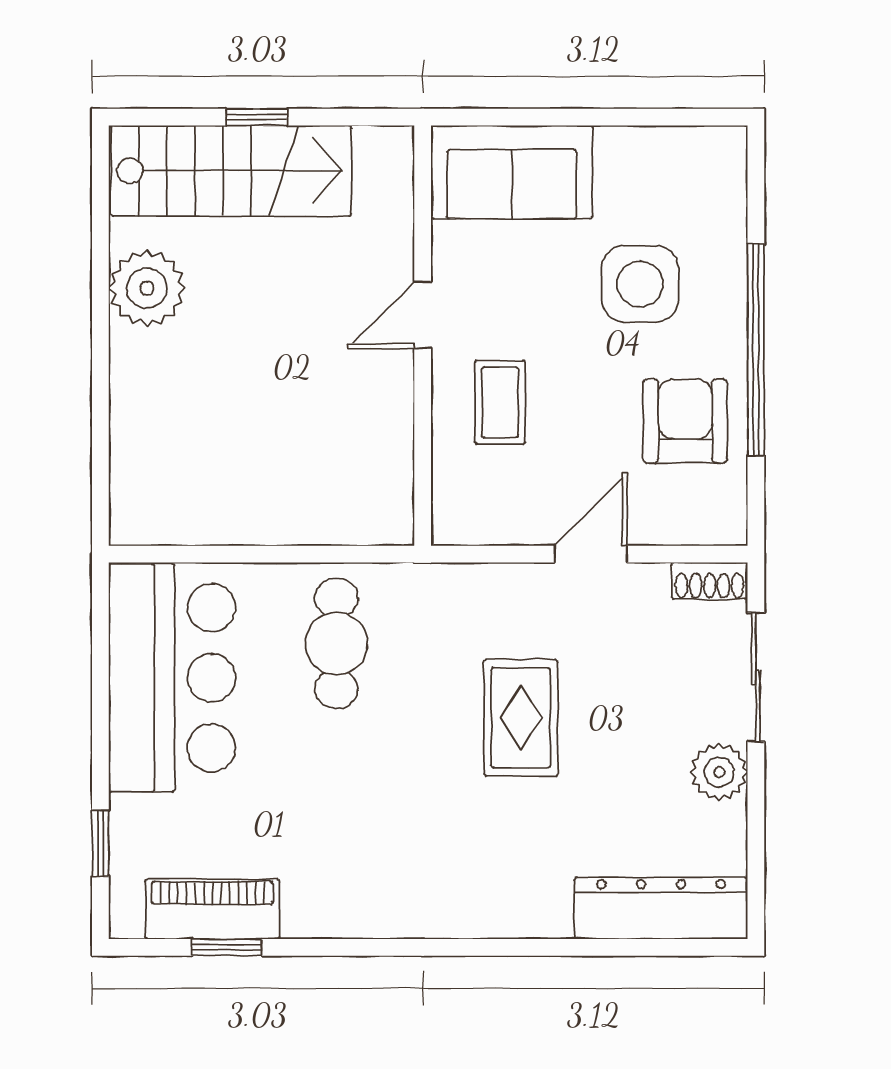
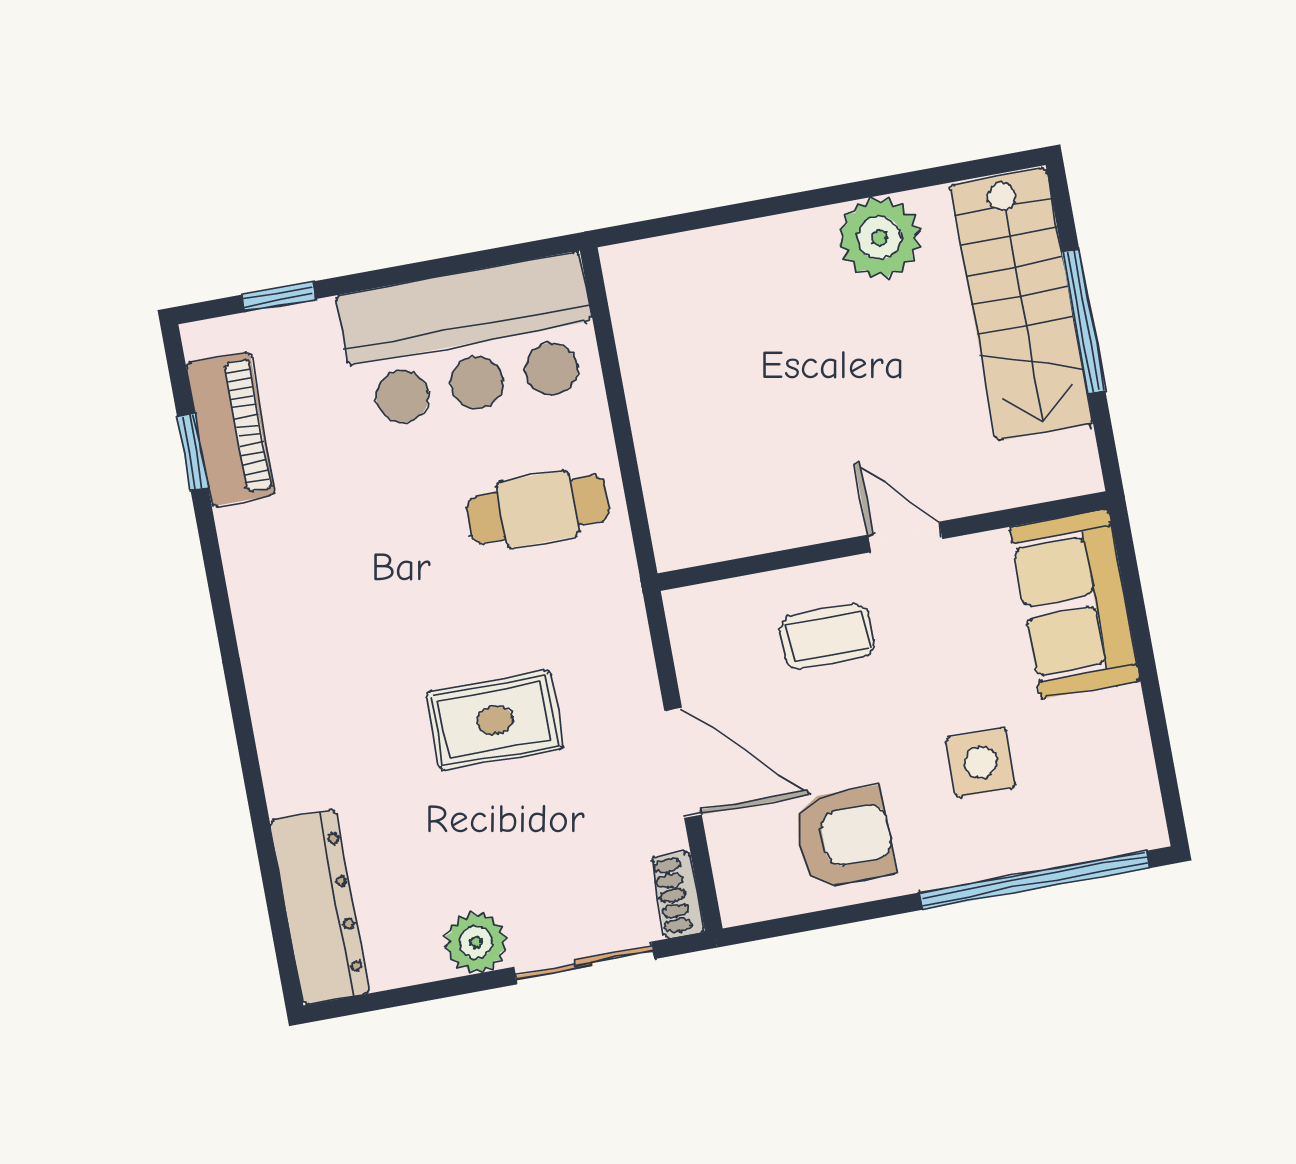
window: (257, 117) -> (1083, 321), width x2.17
side table: (640, 284) -> (981, 763), width x0.73, depth x0.73
window: (756, 349) -> (1035, 880), moved
door: (591, 554) -> (683, 763), width x1.38

